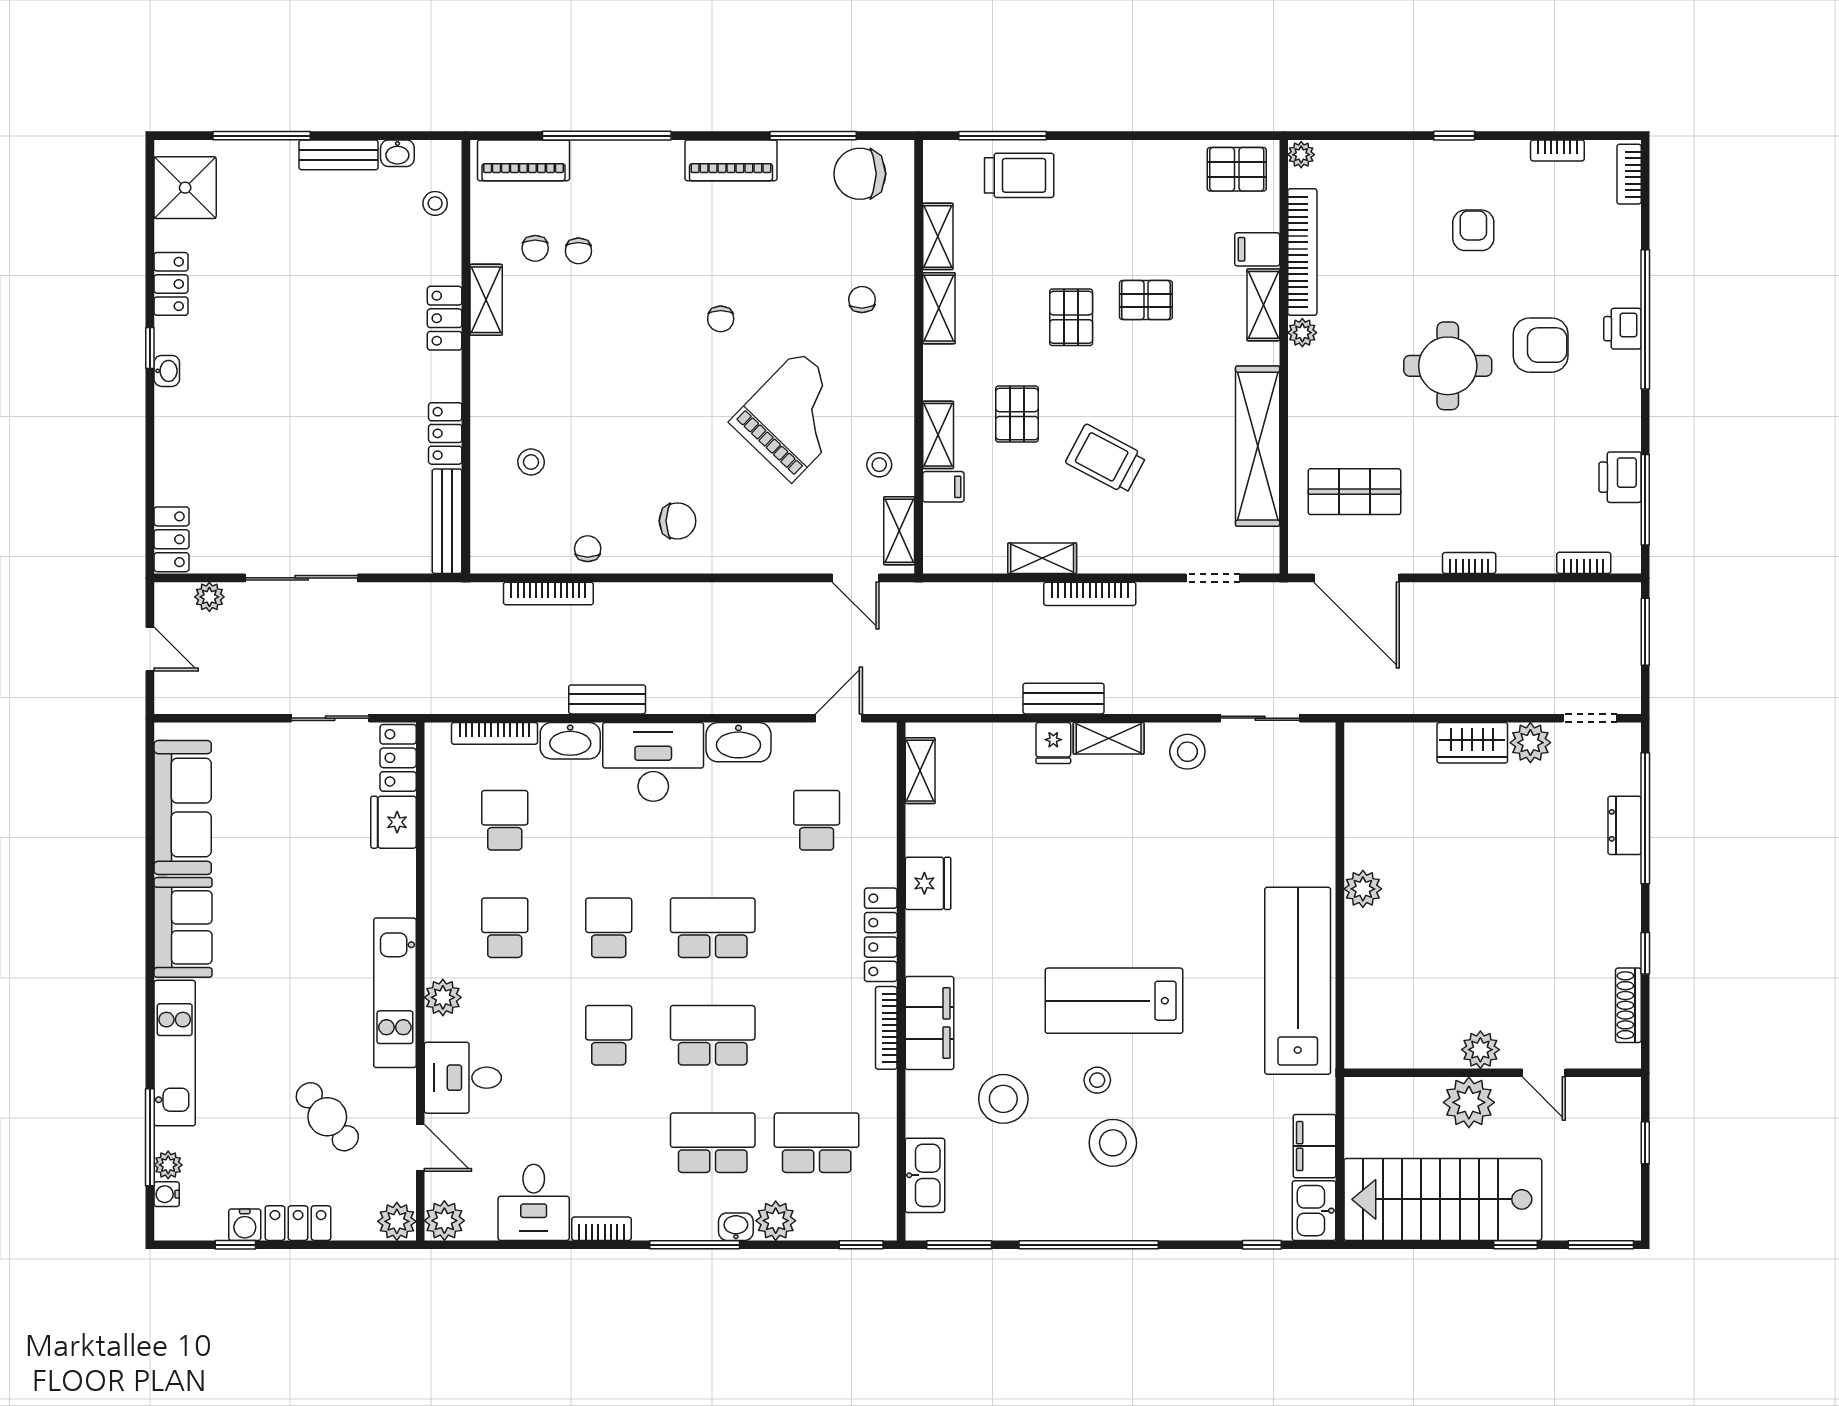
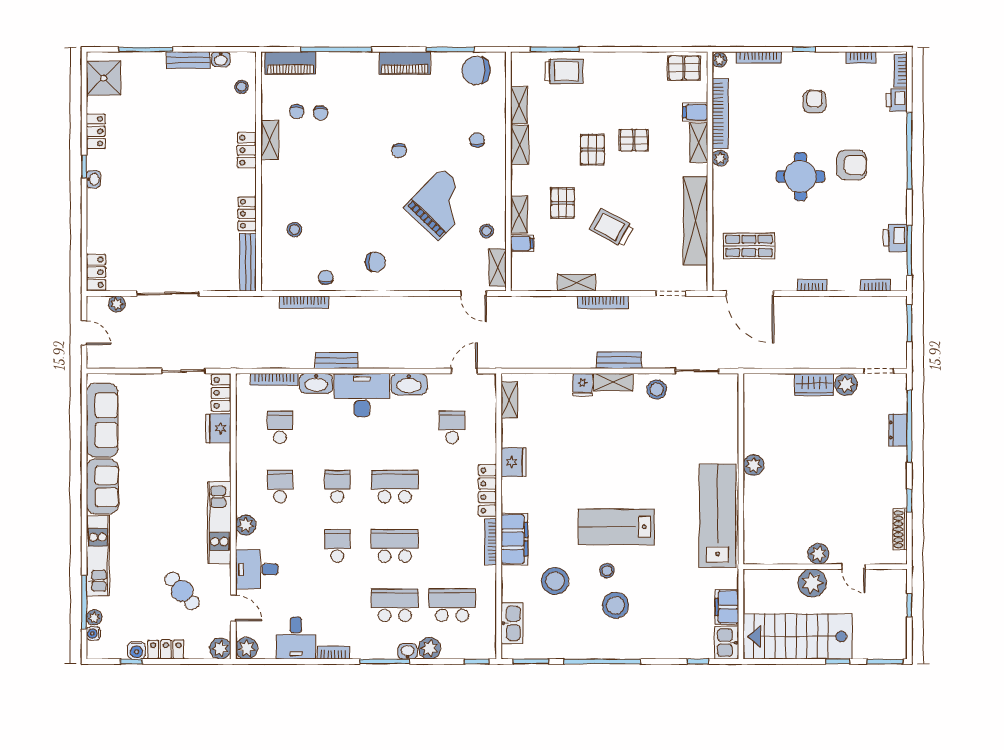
bookcase: (1372, 150) -> (759, 57), added
printer: (1622, 329) -> (897, 100), moved
bench: (1063, 699) -> (619, 360), moved

